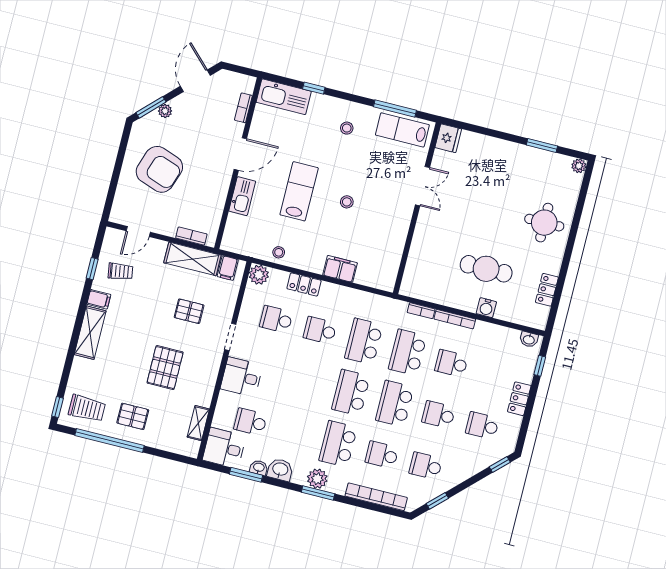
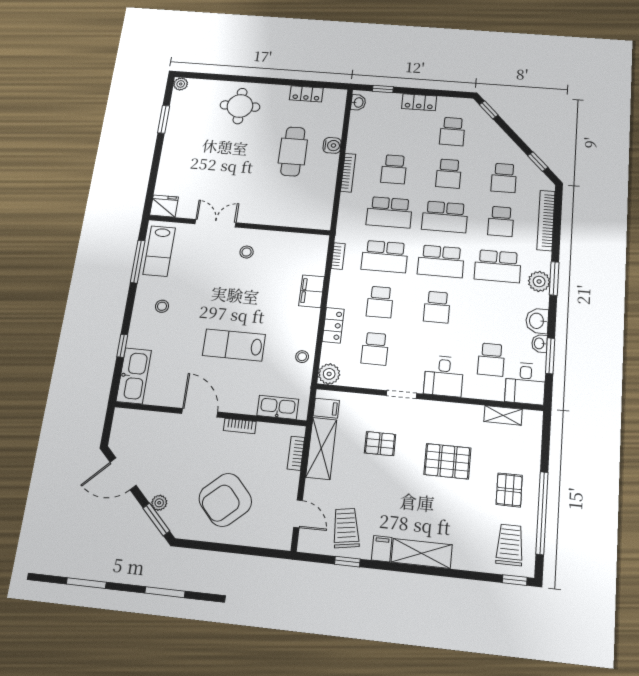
bookcase: (243, 108) -> (240, 426), moved
armchair: (159, 169) -> (225, 500), turned -151
kitchen sink: (242, 196) -> (278, 407), moved
stool: (347, 202) -> (247, 252), moved
trolley: (120, 271) -> (346, 528), width x1.36, depth x1.39
pallet: (189, 311) -> (380, 444), turned 90
bookcase: (421, 311) -> (338, 256), moved
school desk: (307, 382) -> (437, 307), added

